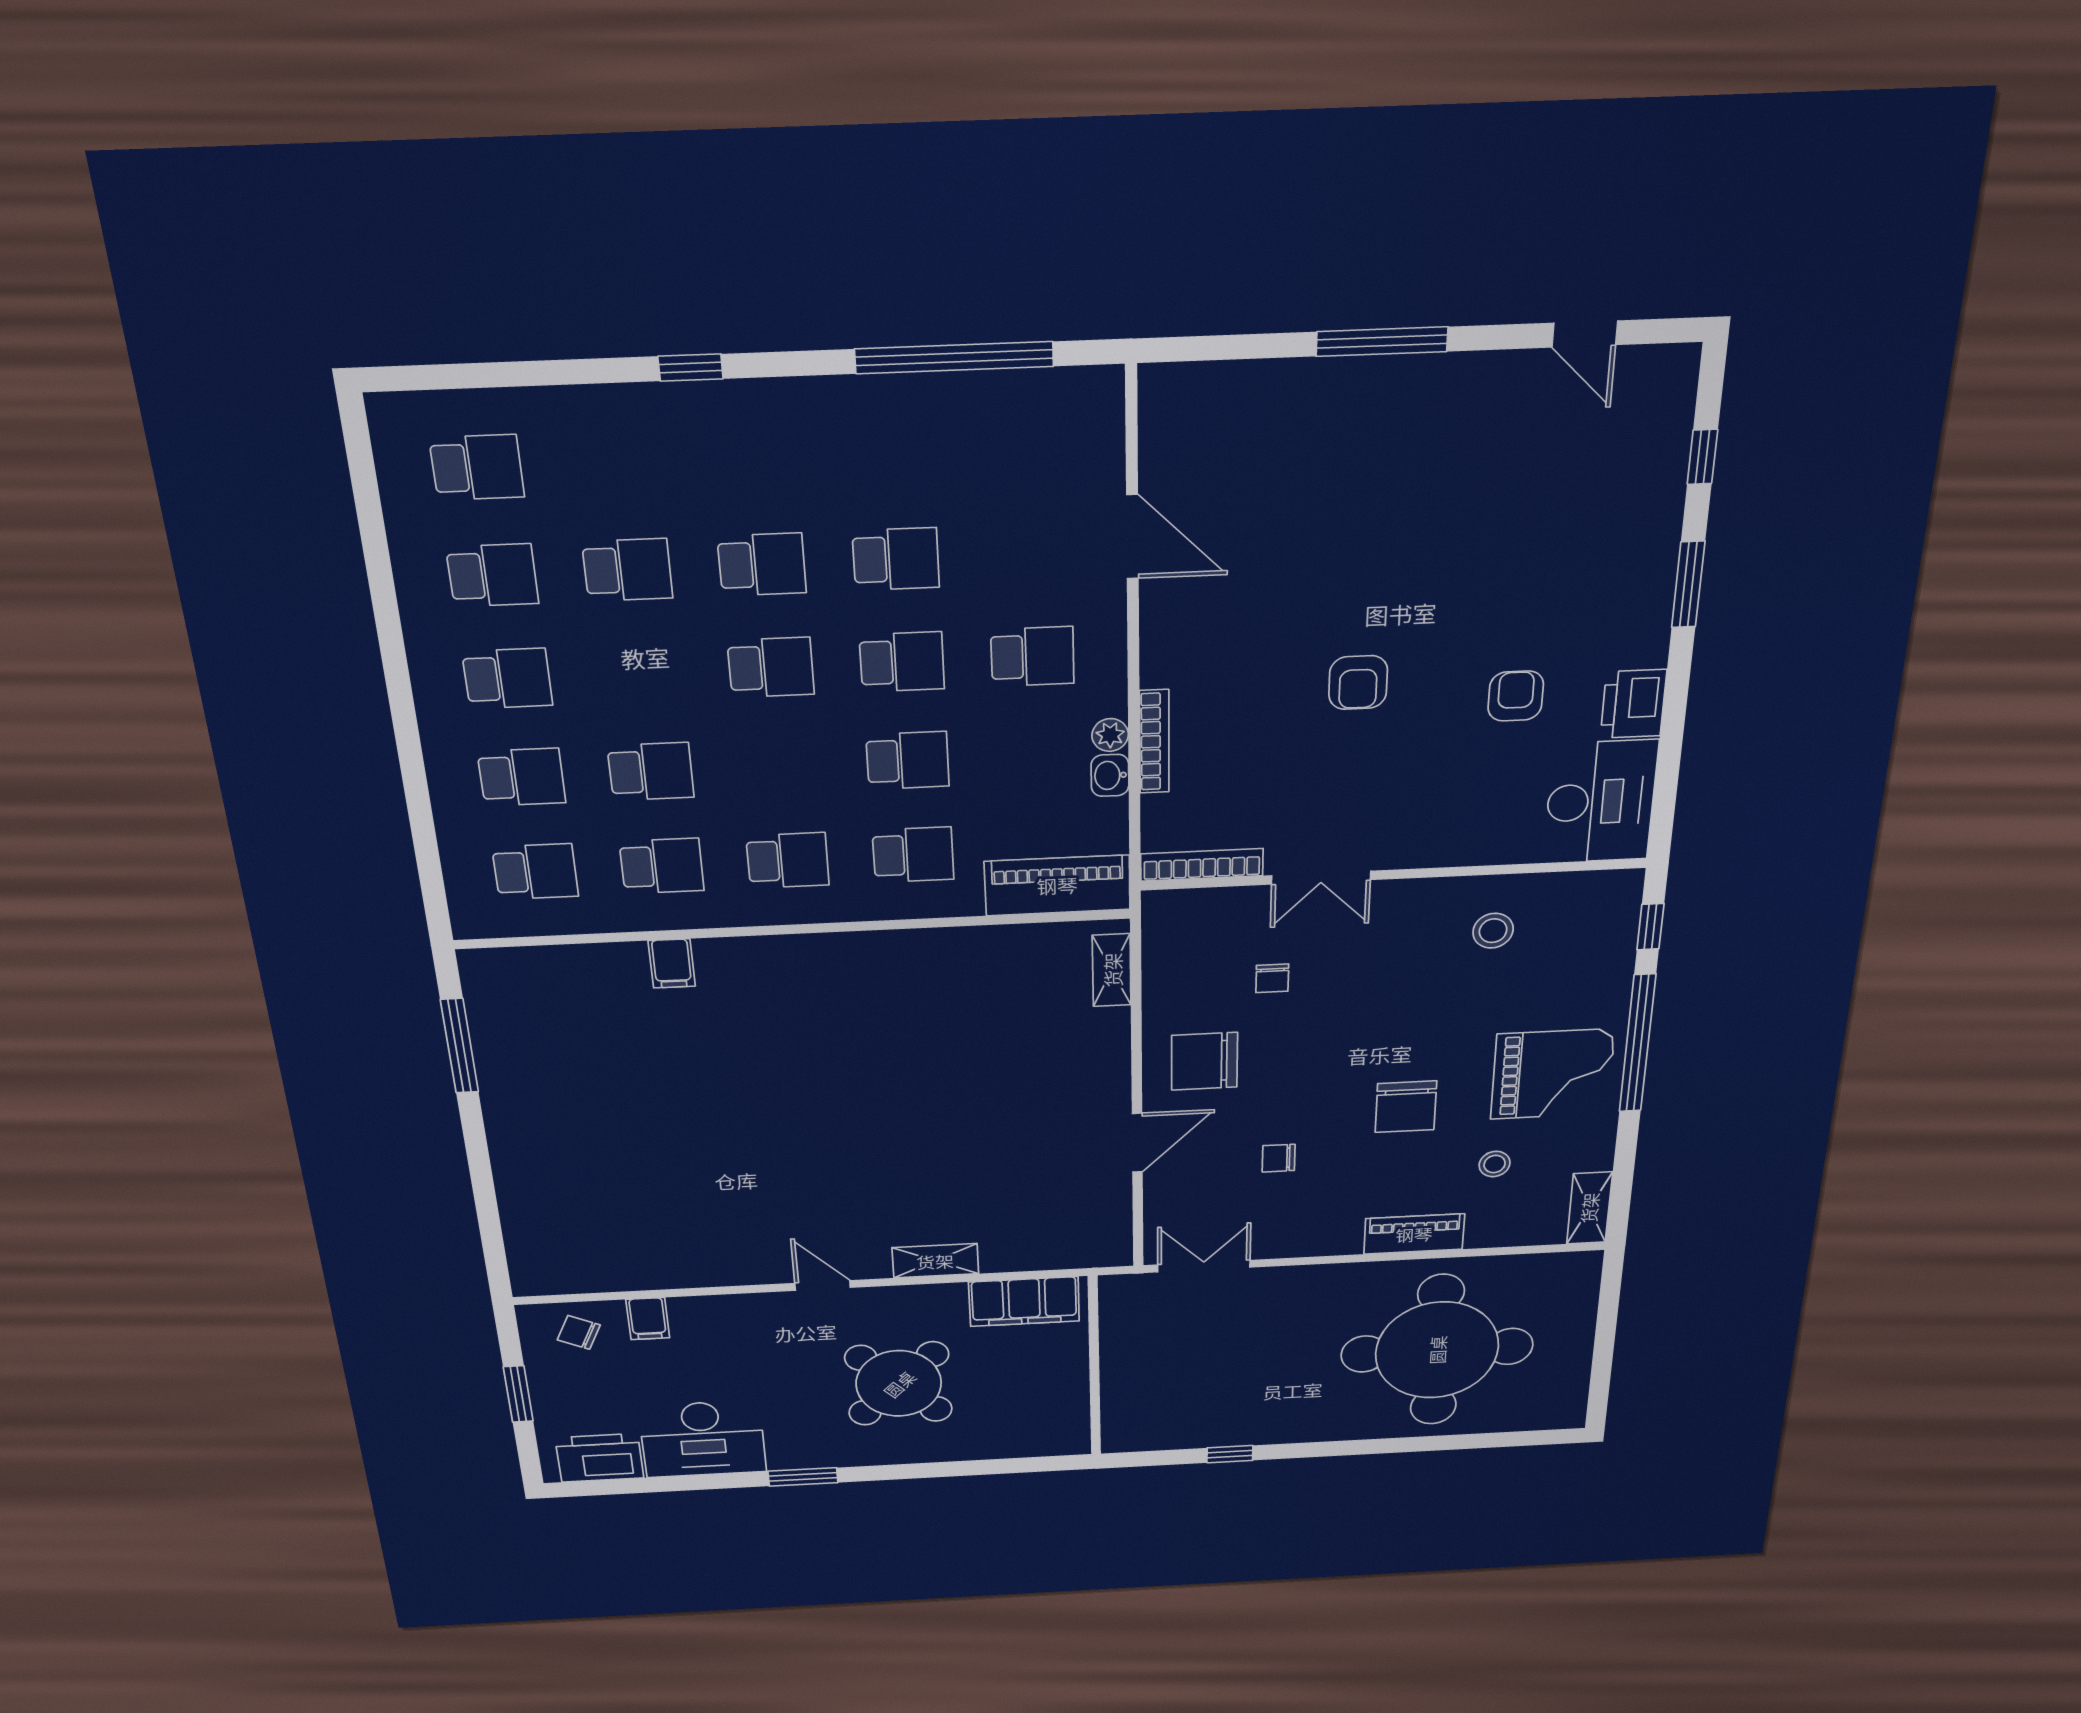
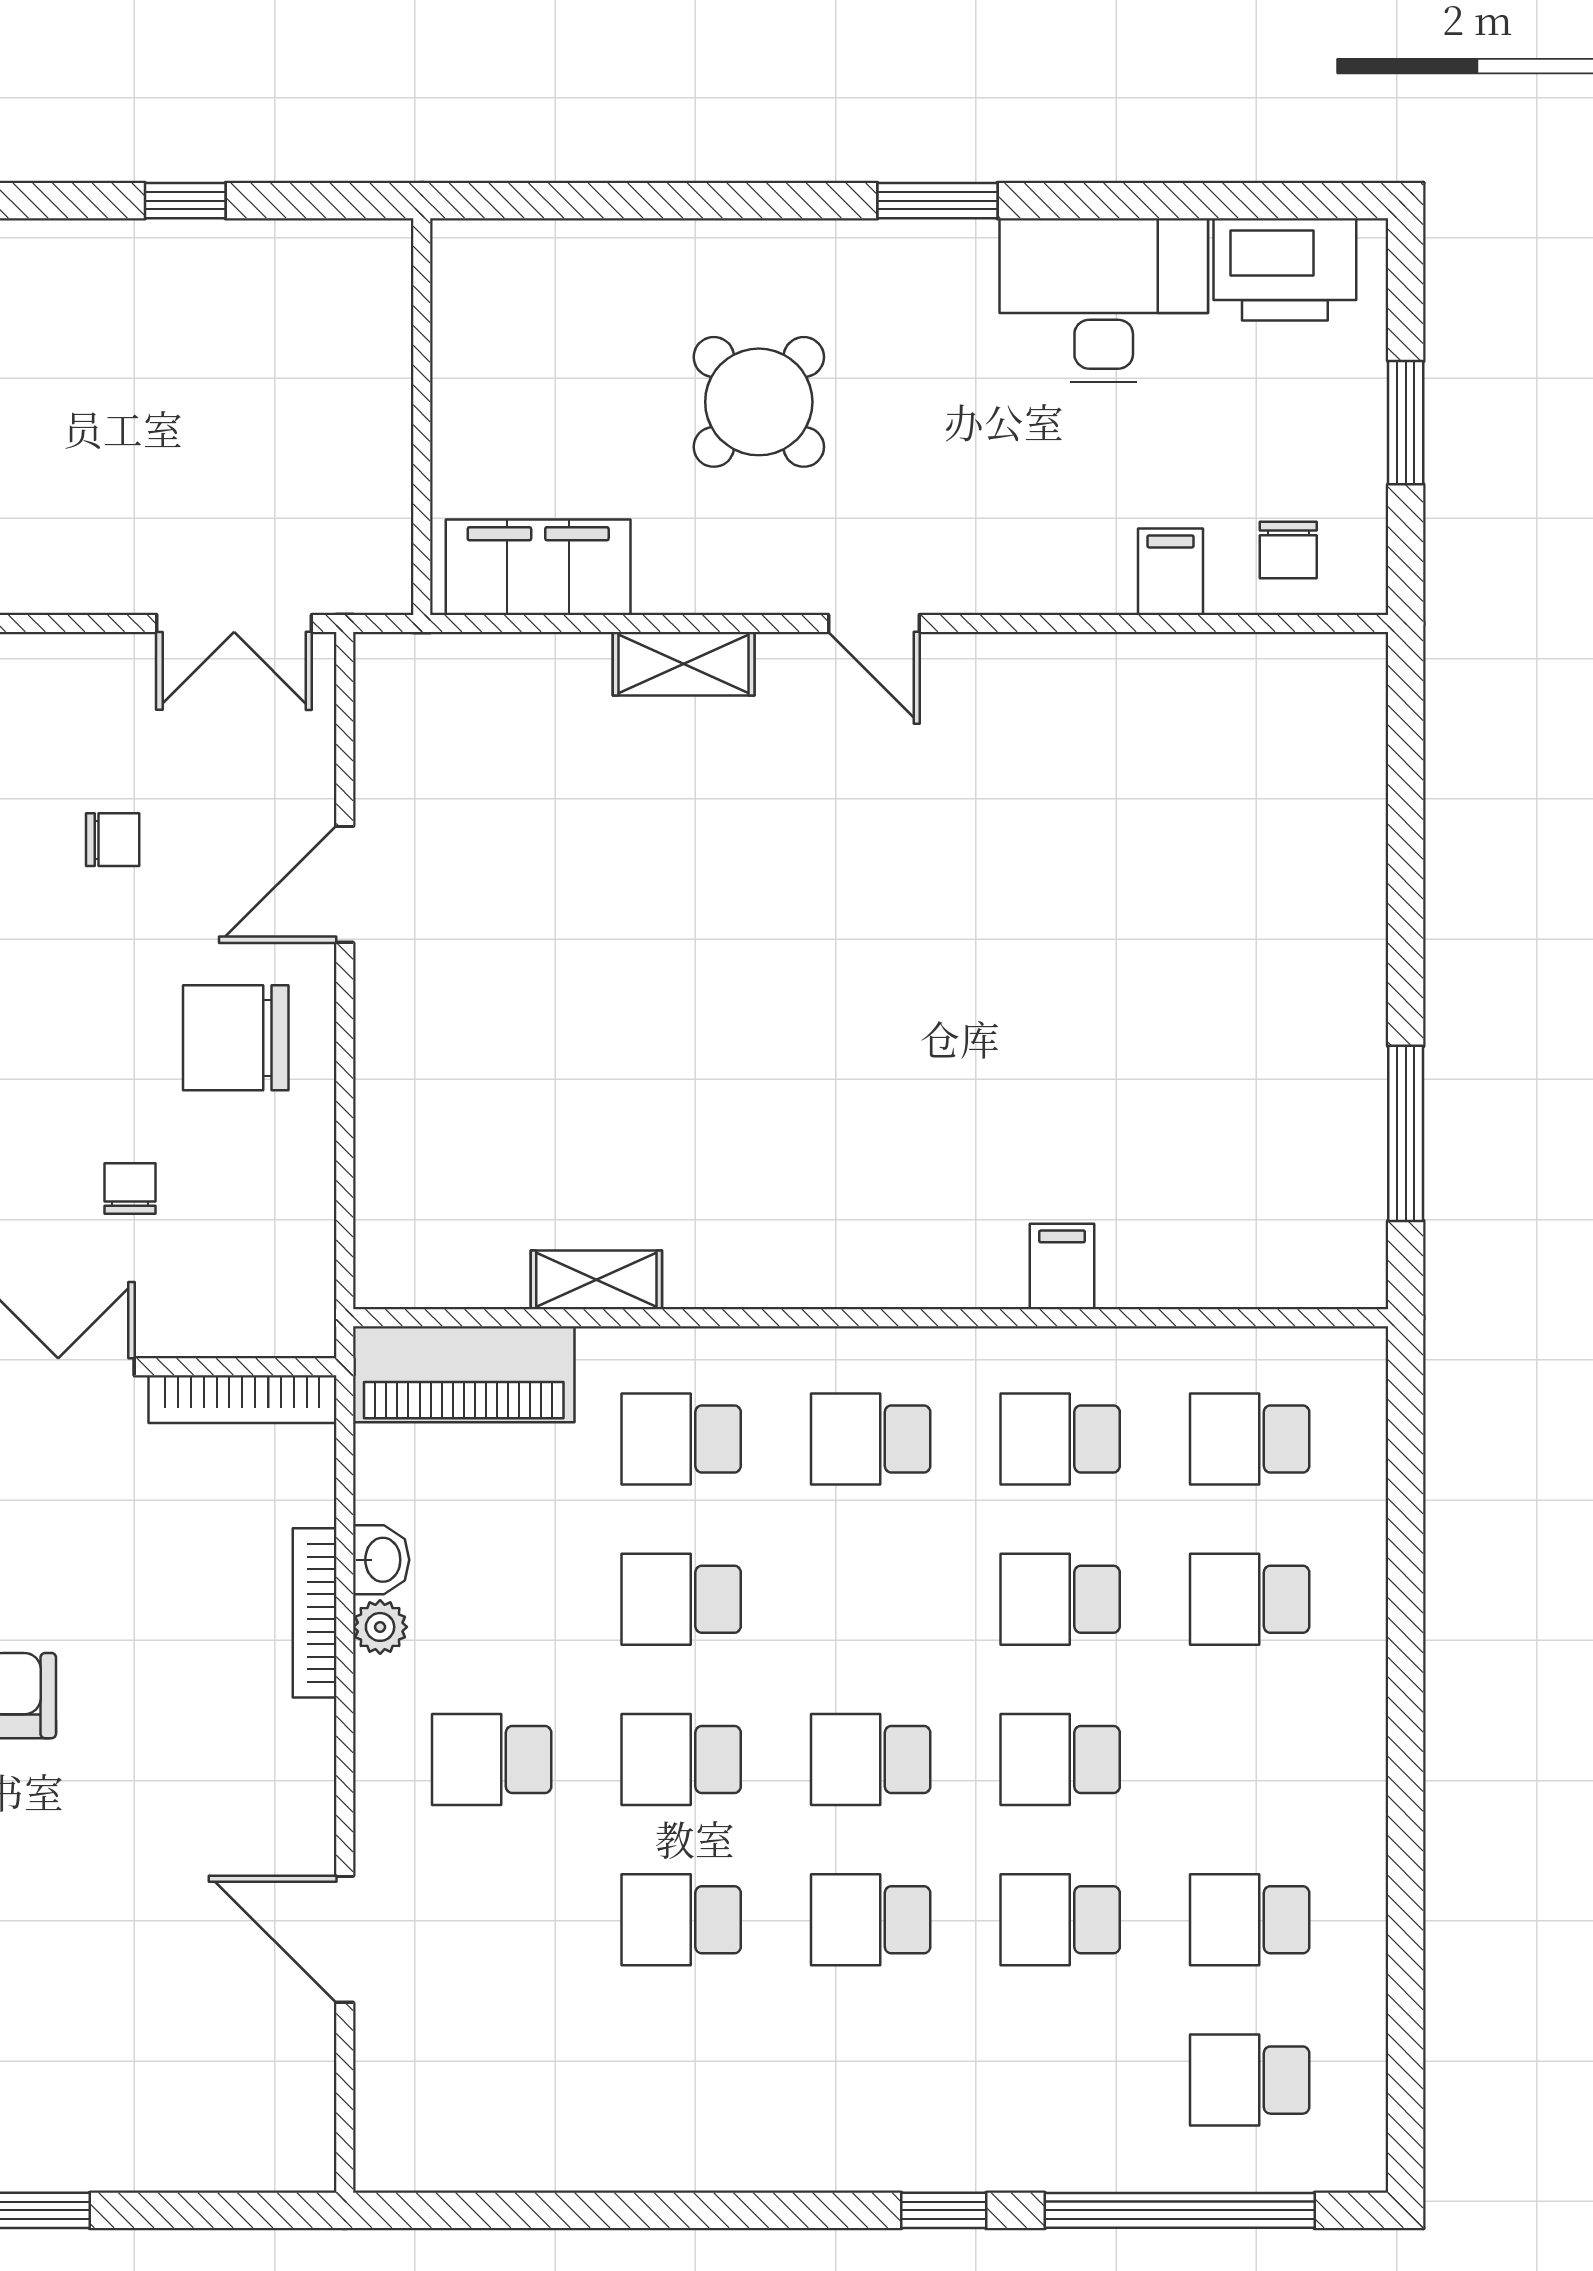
window: (954, 358) -> (1180, 2210), moved
school desk: (507, 678) -> (1060, 1760), moved
shelving: (1112, 970) -> (596, 1280), moved, turned 90
chair: (1205, 1061) -> (236, 1038), turned 180
chair: (579, 1332) -> (1288, 550), turned 65
round table: (899, 1384) -> (759, 402), width x0.73, depth x0.73

